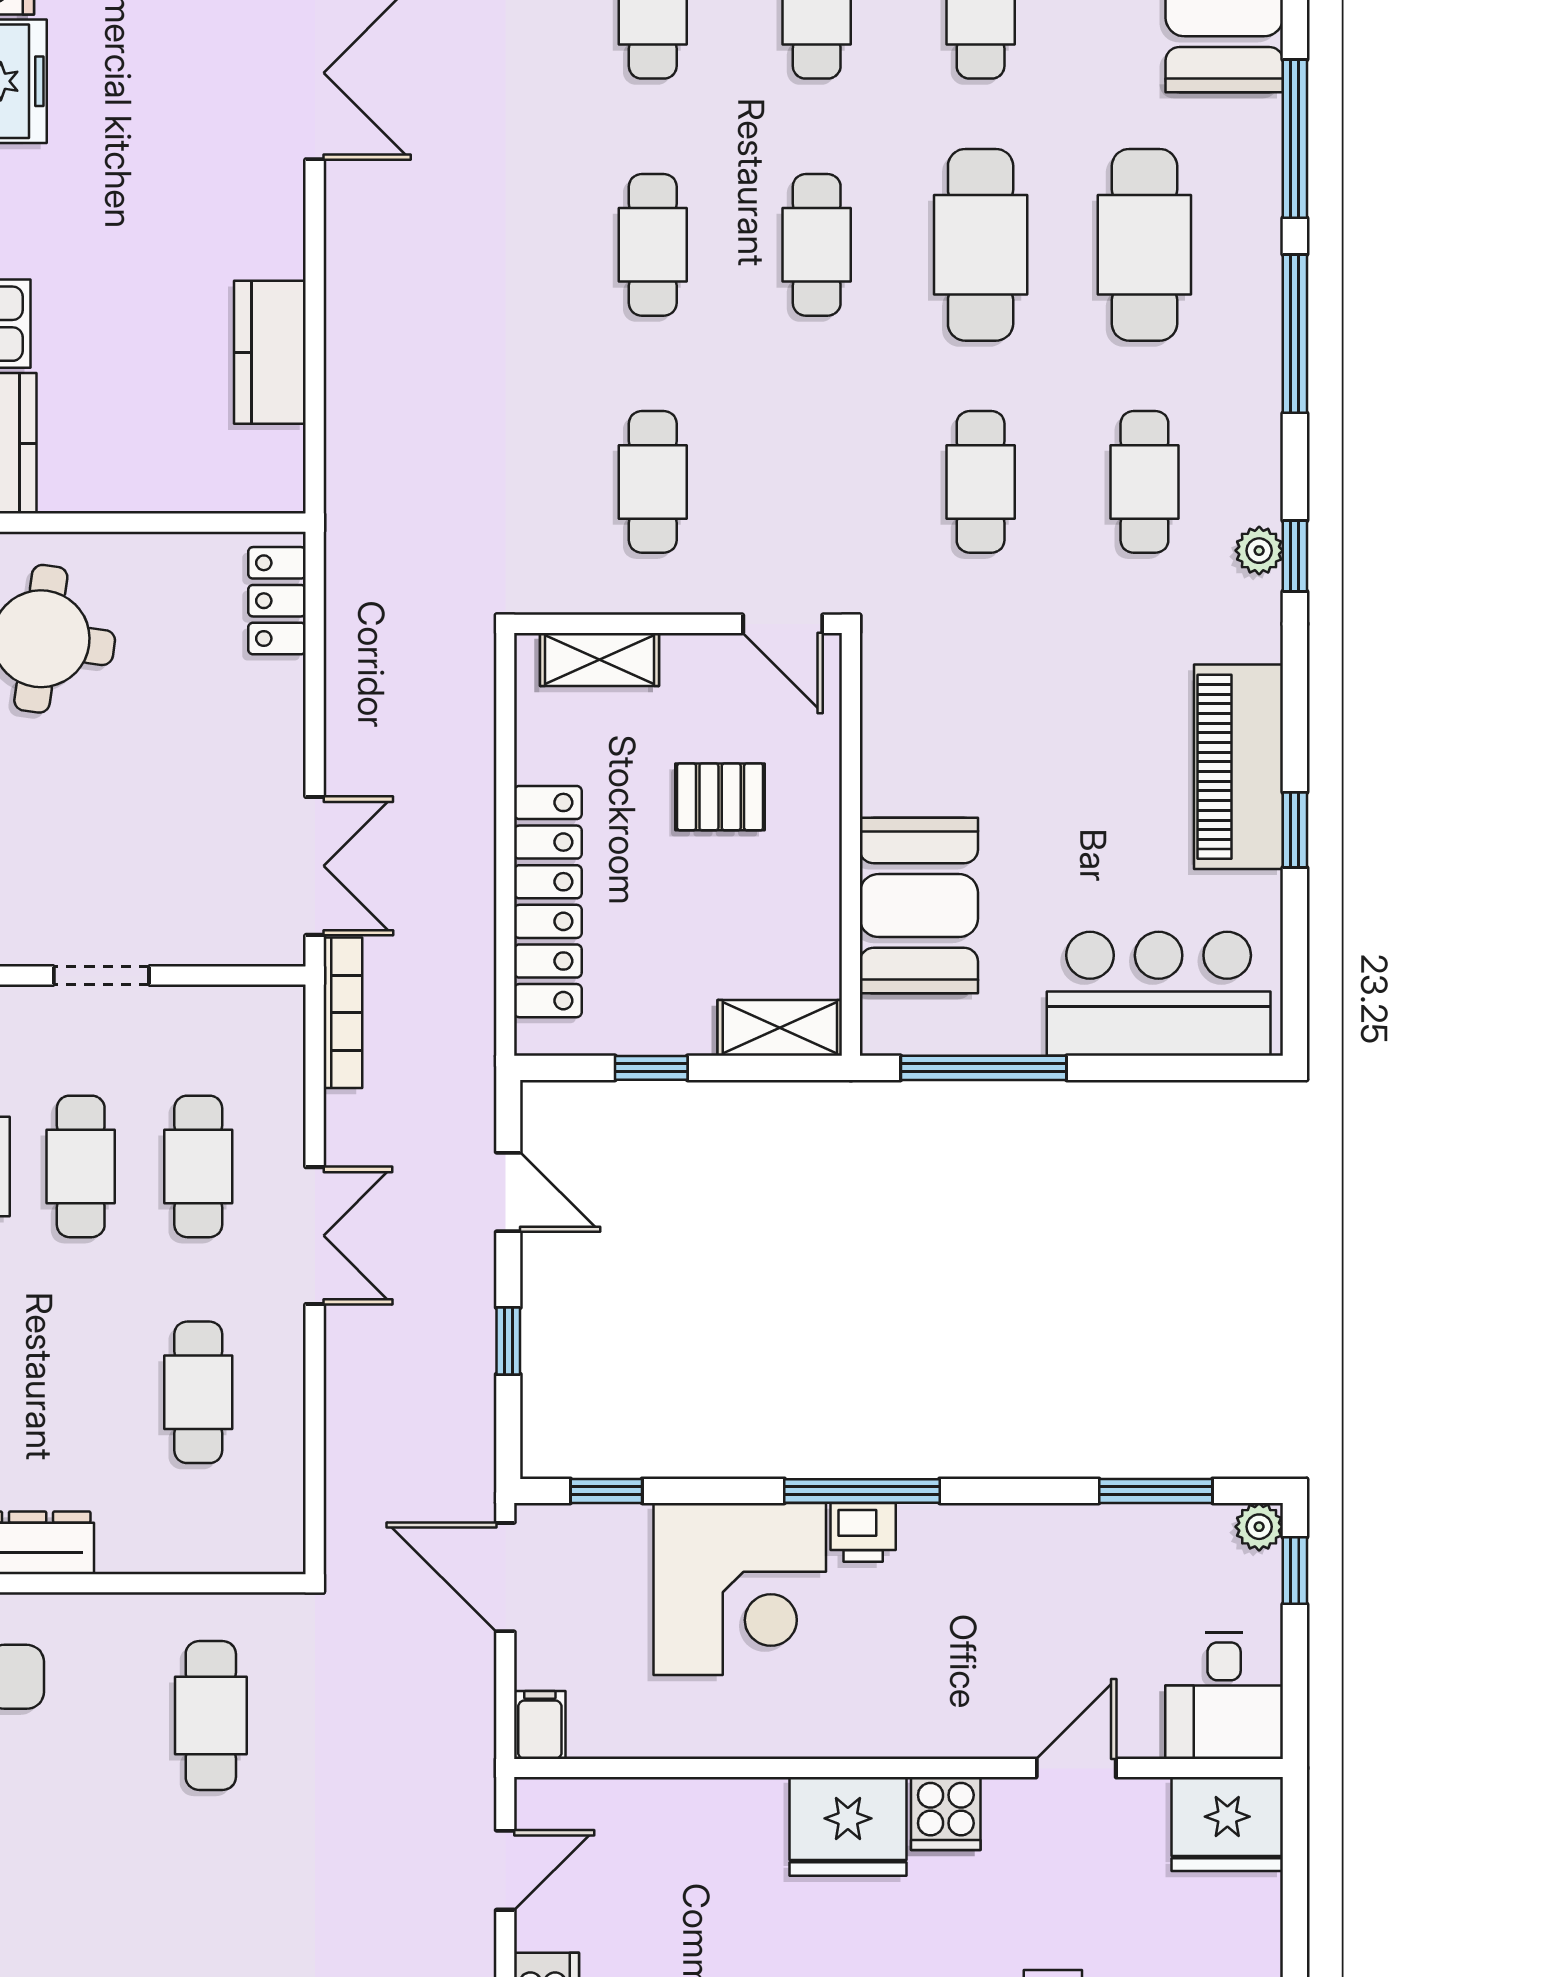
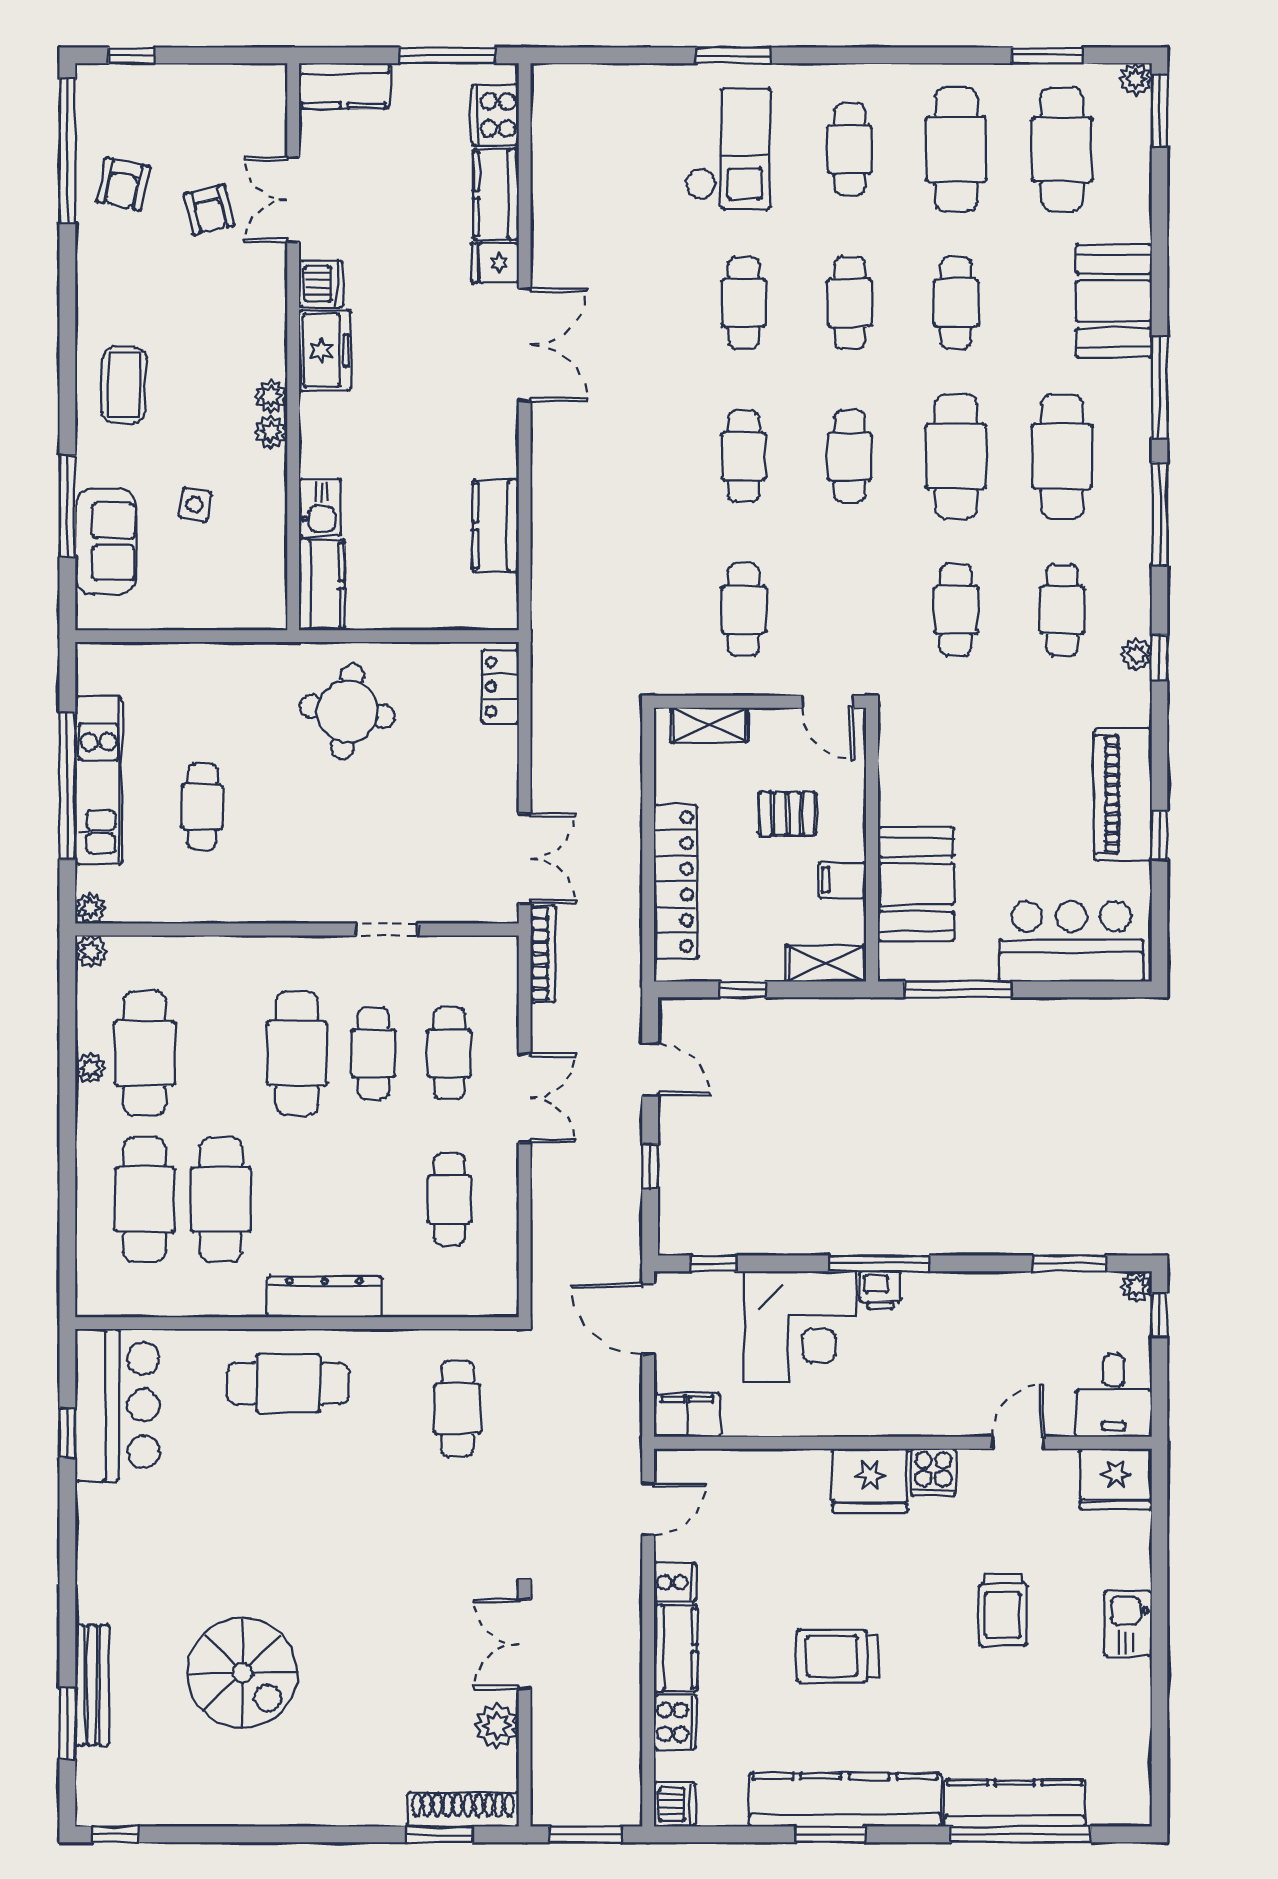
filing cabinet: (805, 899) -> (842, 880), added
filing cabinet: (540, 1725) -> (687, 1415), width x2.00

